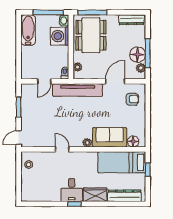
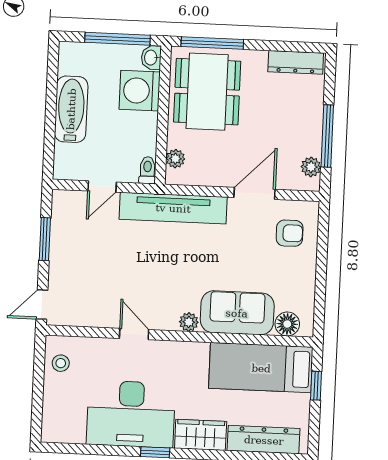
bathtub: (28, 30) -> (71, 109), moved
floor lamp: (138, 55) -> (306, 138), removed
desk: (72, 190) -> (131, 414), width x1.87, depth x1.30

